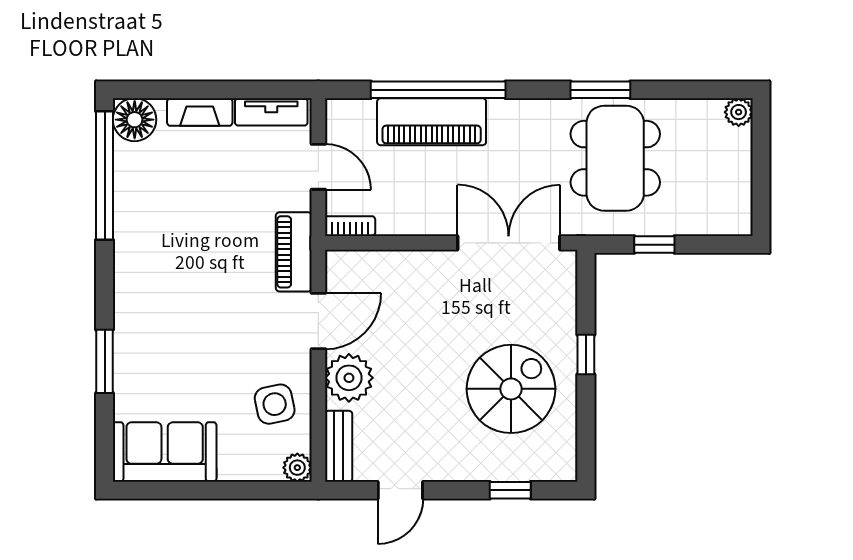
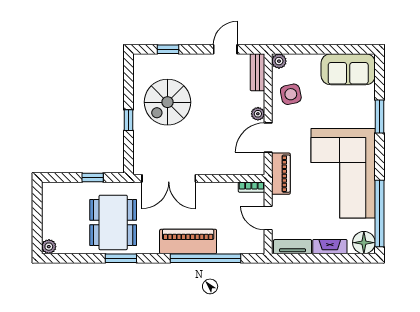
piano: (432, 122) -> (188, 242), moved
corner sofa: (174, 252) -> (343, 173), added
plant: (349, 378) -> (258, 114), width x0.53, depth x0.53

